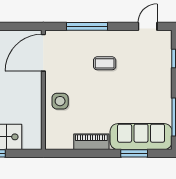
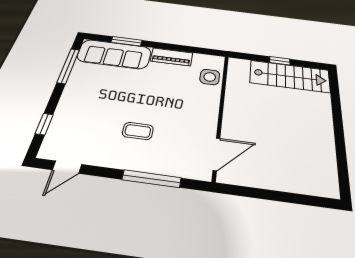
door: (43, 53) -> (216, 154), width x0.73
side table: (60, 101) -> (210, 77), moved

